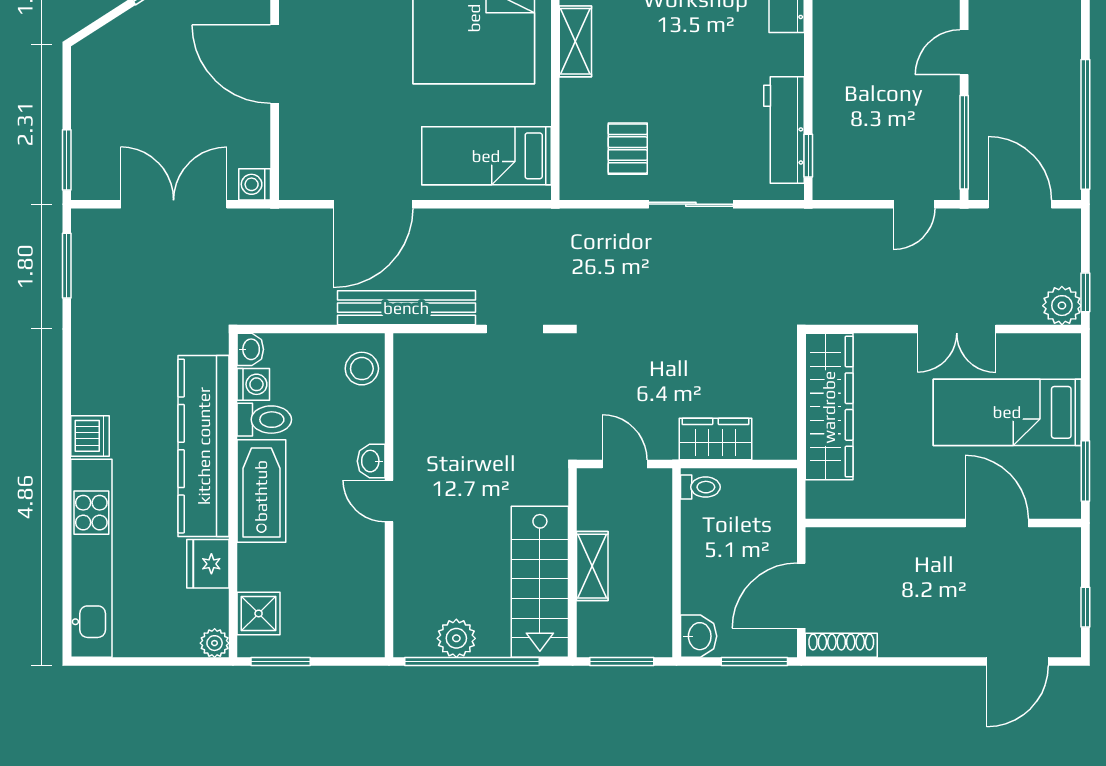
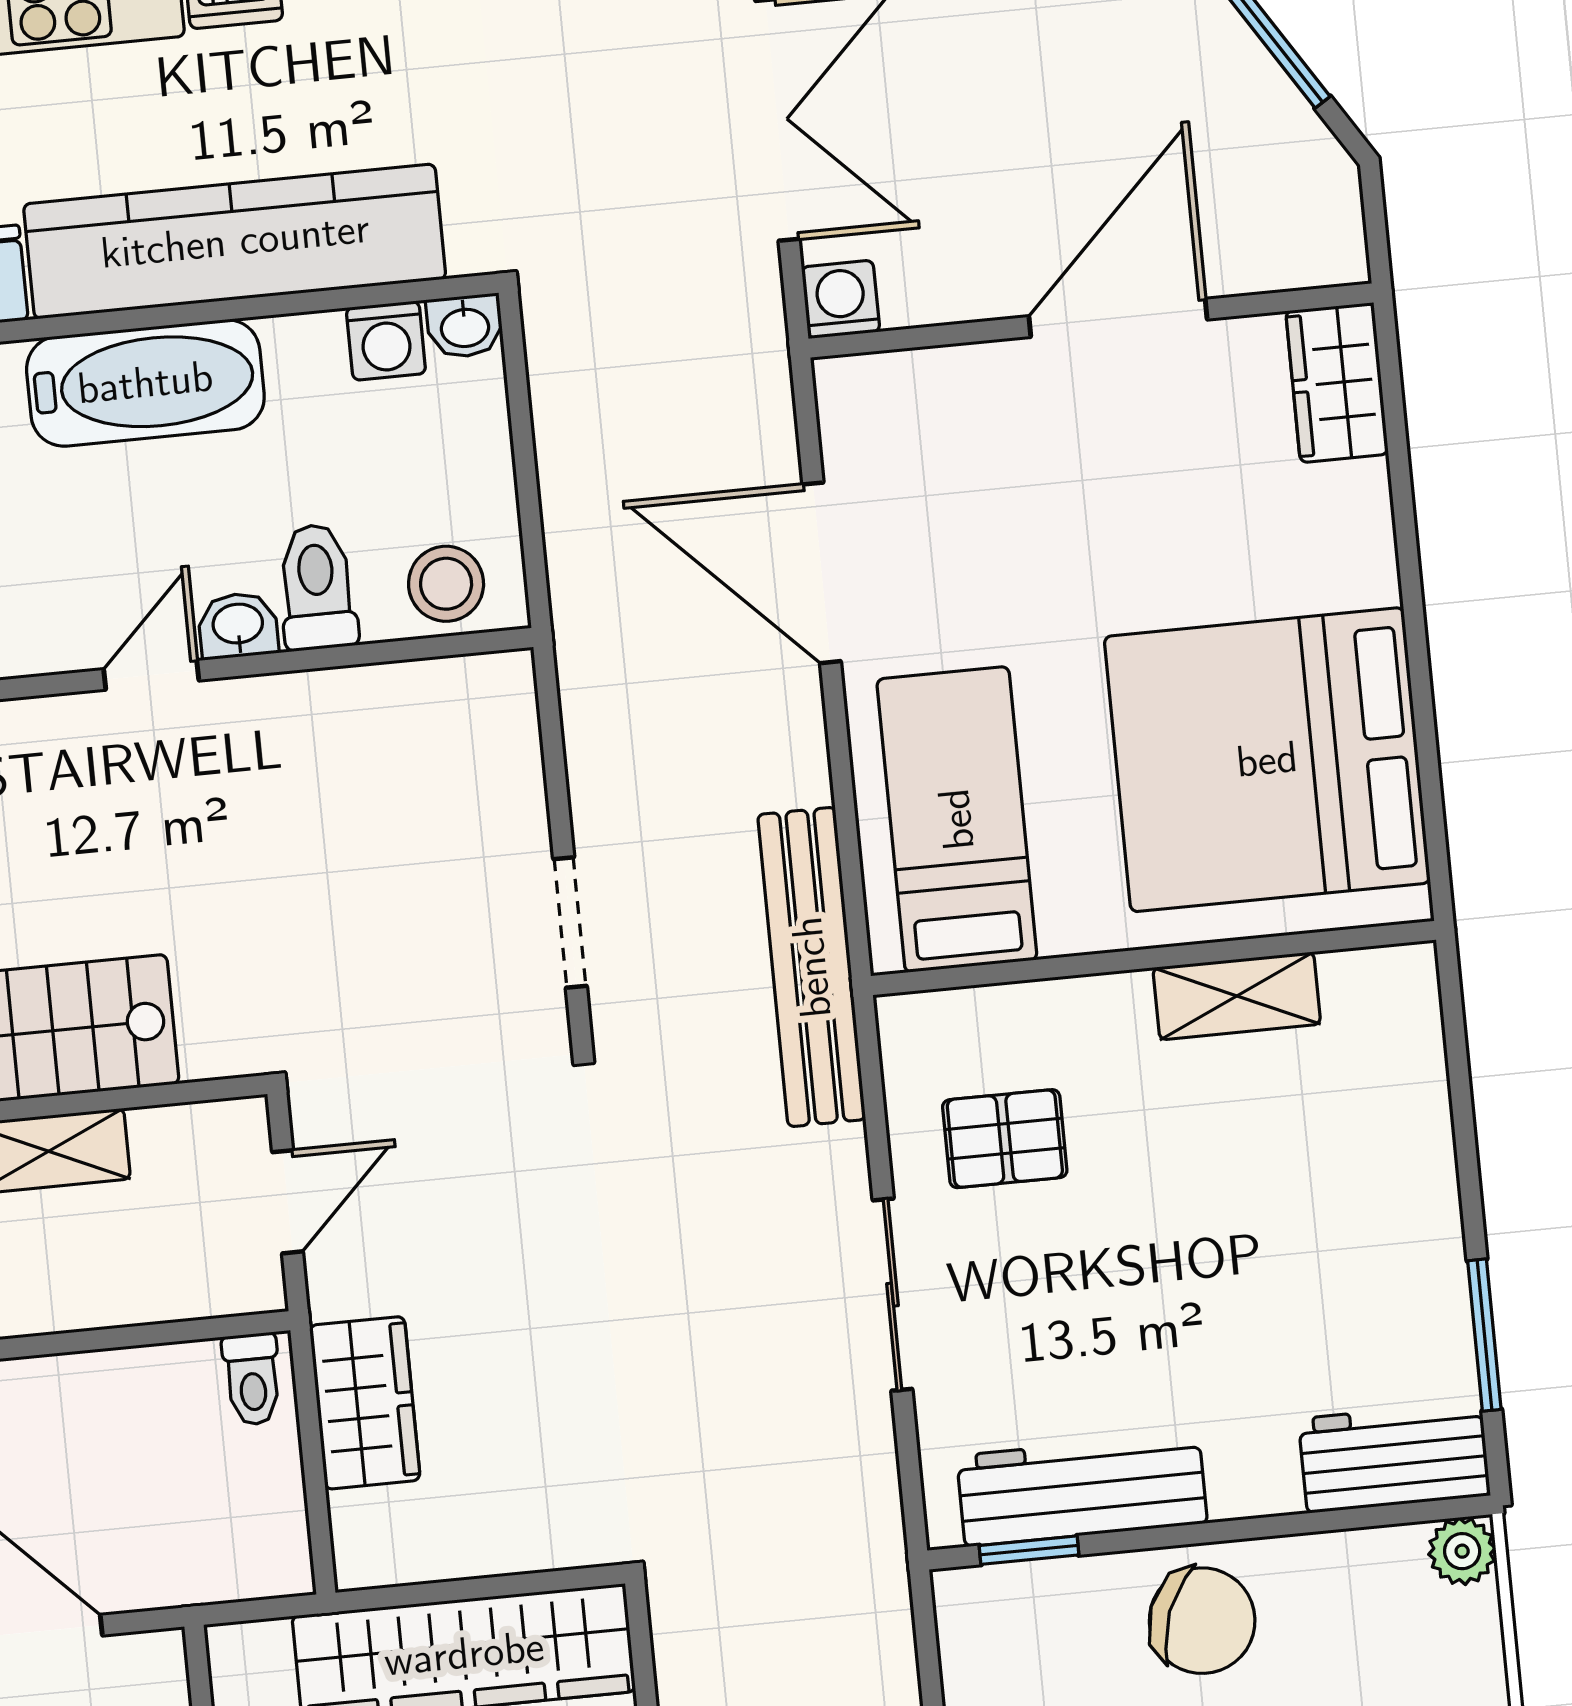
chair: (846, 83) -> (1202, 1621), added
bench: (406, 308) -> (812, 967), moved
toilet: (264, 420) -> (317, 587), moved, turned 180

